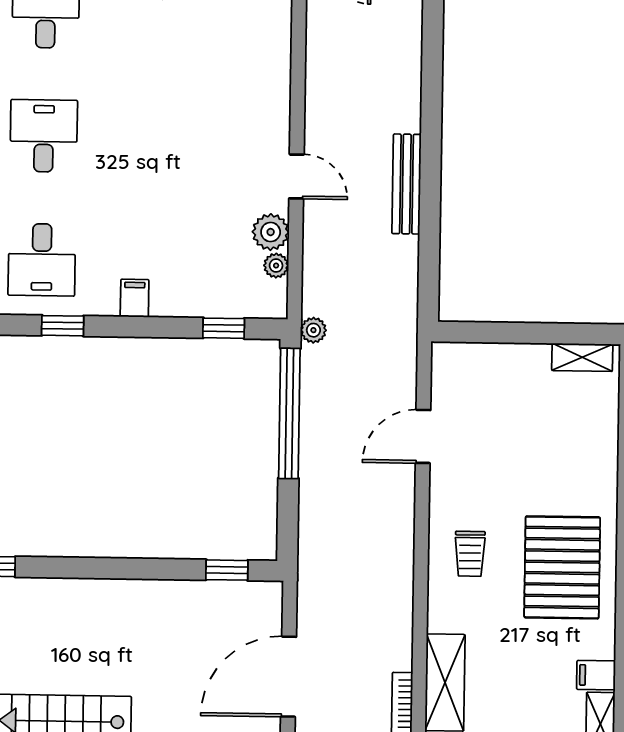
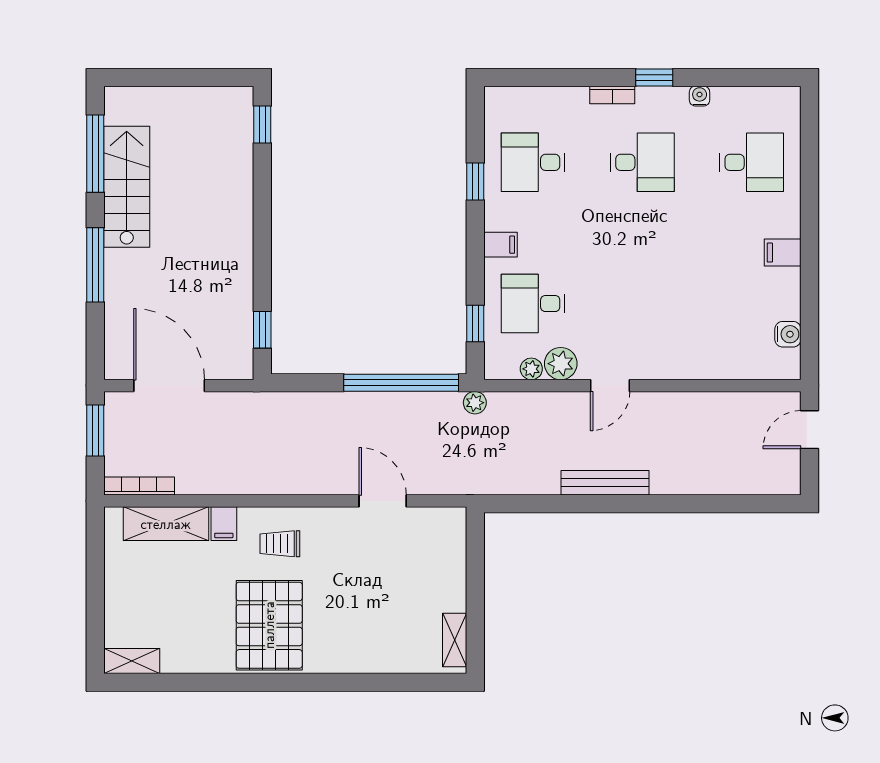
desk: (202, 262) -> (533, 304), added
pallet: (562, 567) -> (269, 625), turned 90
filing cabinet: (596, 675) -> (224, 524), moved, turned 180

